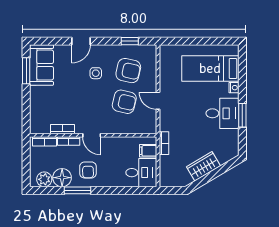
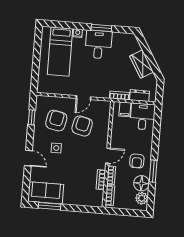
dresser: (166, 167) -> (140, 96), added
armchair: (88, 170) -> (137, 161), turned 91

